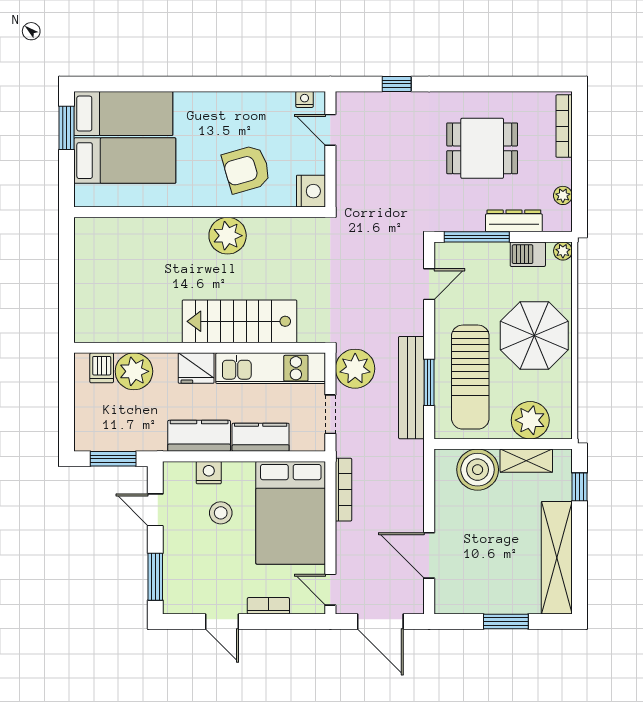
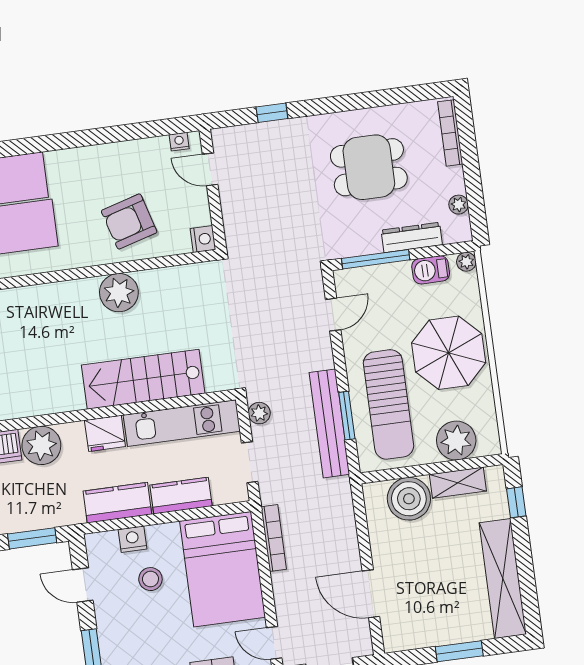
nightstand: (311, 191) -> (203, 239), width x0.74, depth x0.75
plant: (355, 369) -> (259, 413), width x0.53, depth x0.53

